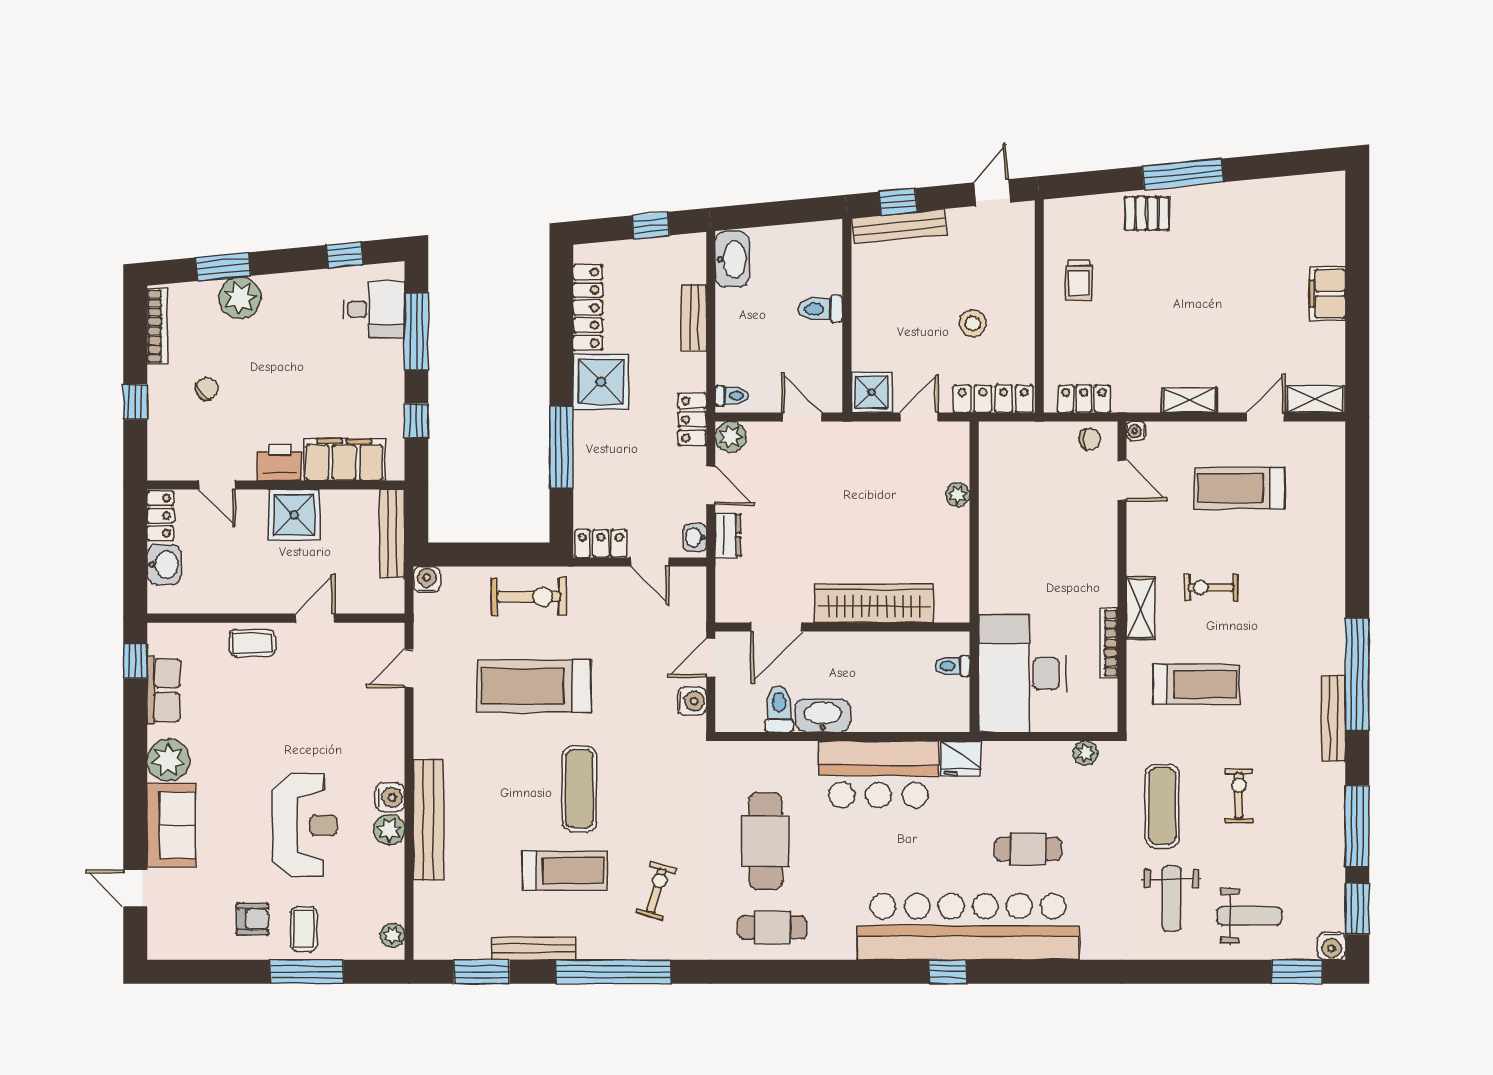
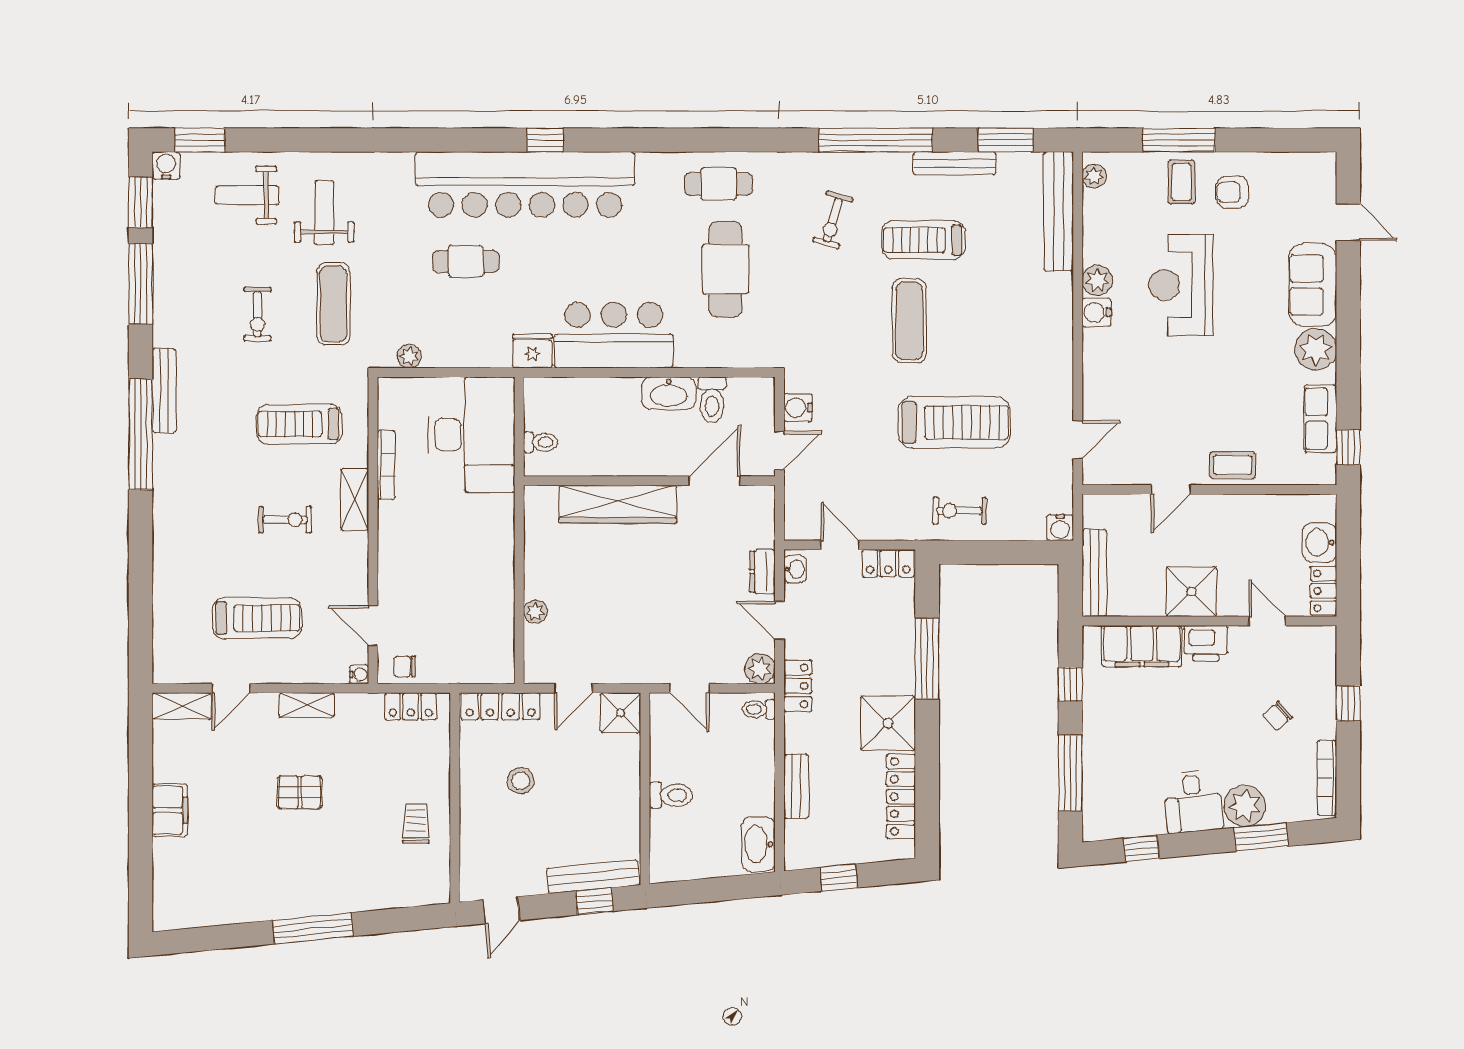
pallet: (1147, 213) -> (300, 792), moved
desk: (374, 309) -> (1193, 801), moved, turned -96
exercise bike: (529, 597) -> (960, 511), width x0.73, depth x0.72
bench: (428, 820) -> (1058, 211), moved

